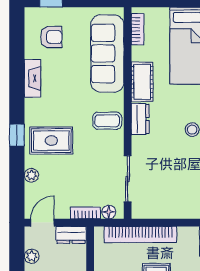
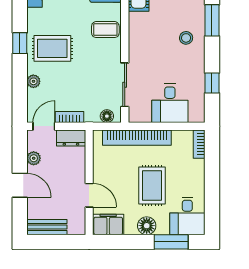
dresser: (140, 119) -> (137, 28), removed
desk: (175, 198) -> (170, 103), added
bookcase: (85, 213) -> (69, 117), moved

